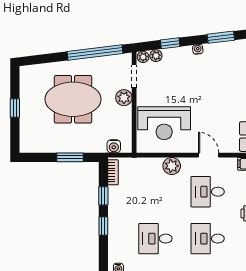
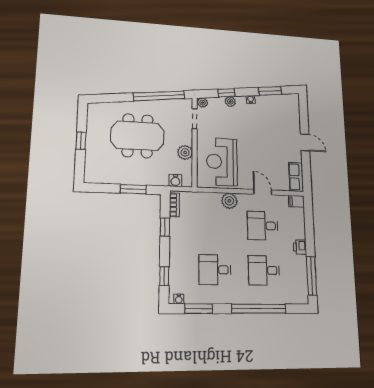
plant: (156, 56) -> (230, 102), moved
plant: (124, 98) -> (185, 152), moved
reception desk: (164, 123) -> (222, 162), turned 90
window: (103, 226) -> (164, 276), moved

